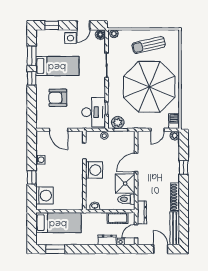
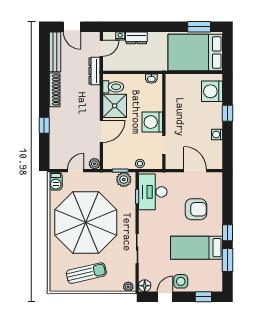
plant: (175, 136) -> (94, 164), moved
cot: (118, 218) -> (124, 64), removed
bed: (58, 223) -> (195, 53), width x1.50

